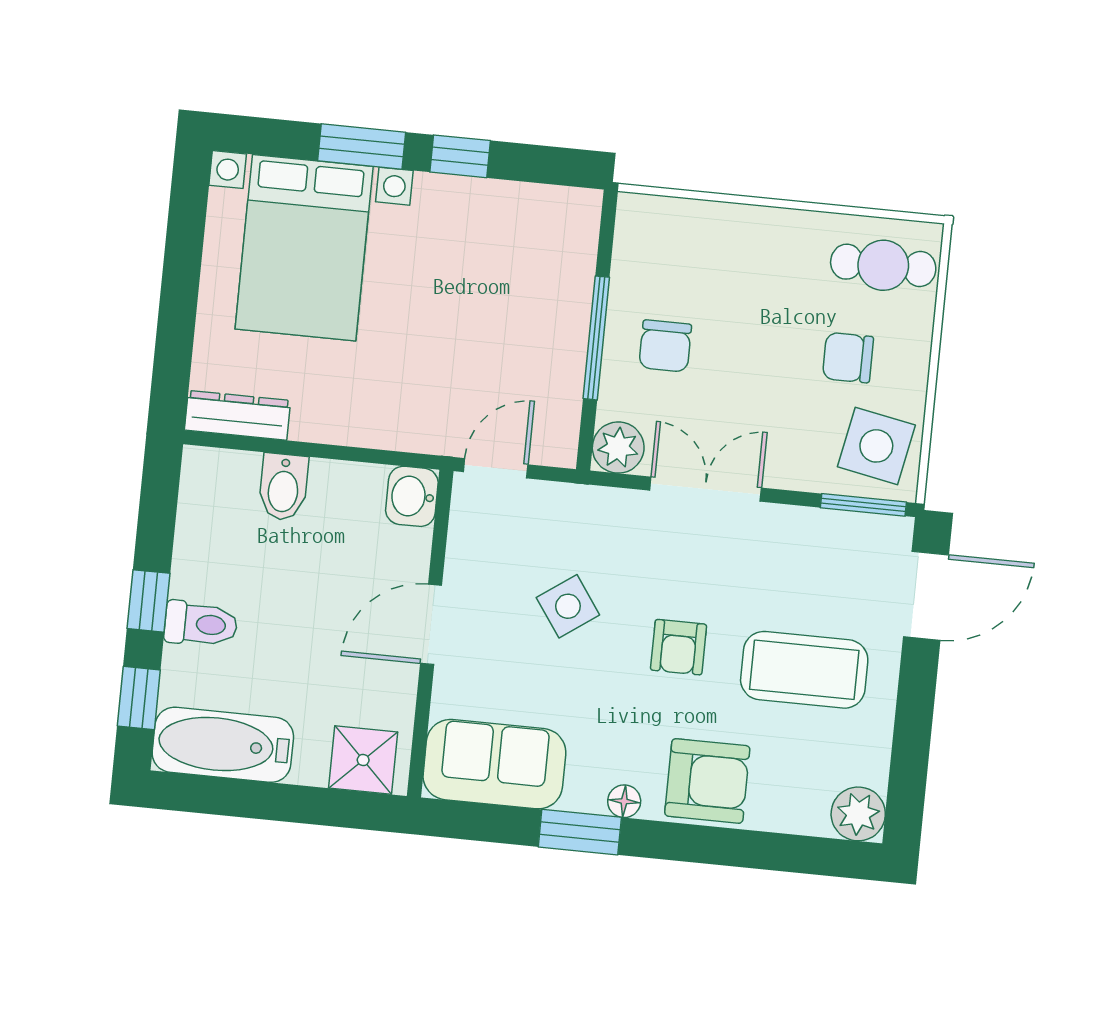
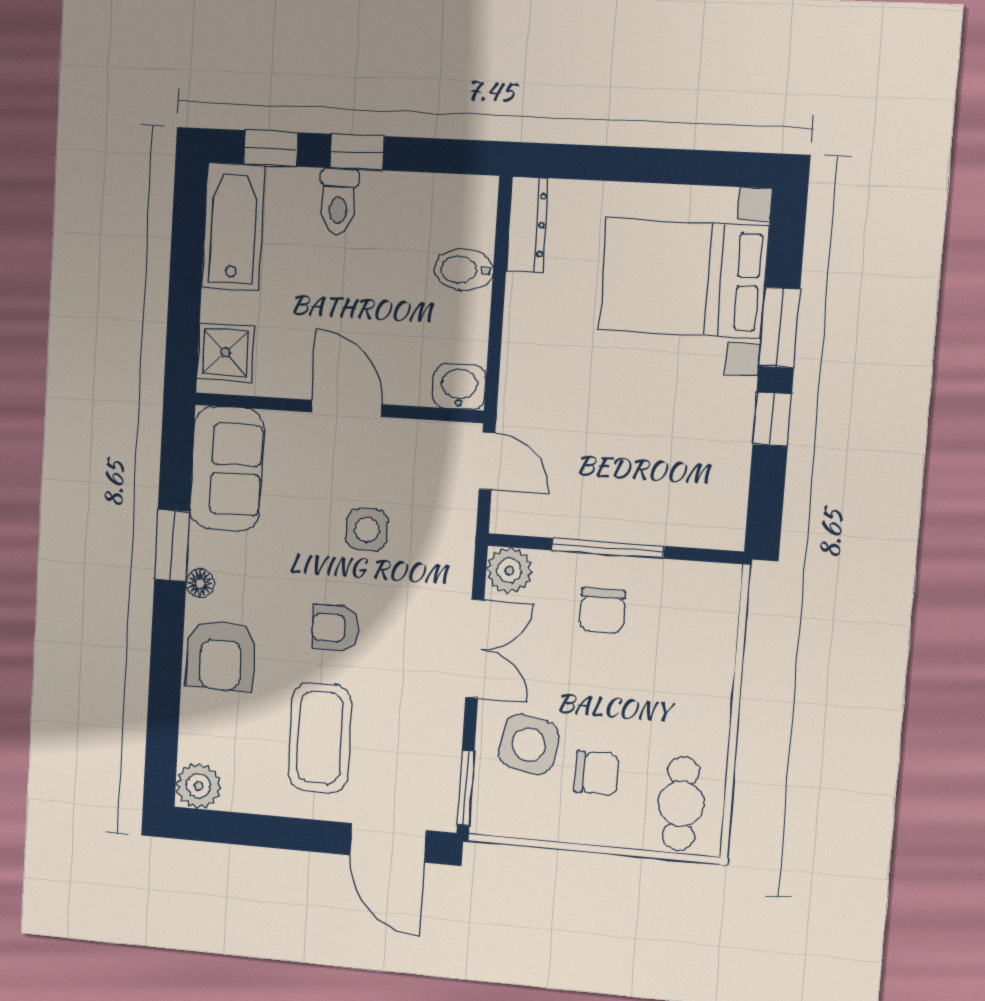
chair: (665, 346) -> (602, 610), turned -90
chair: (848, 358) -> (596, 773), turned 90
side table: (876, 446) -> (529, 744), moved
side table: (568, 606) -> (367, 530), turned 35

